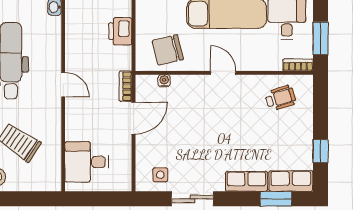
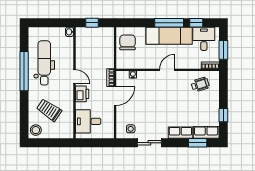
printer: (120, 31) -> (82, 94), moved, turned 180
chair: (168, 50) -> (128, 42), moved, turned 104
door: (223, 73) -> (167, 70), hinge flipped

